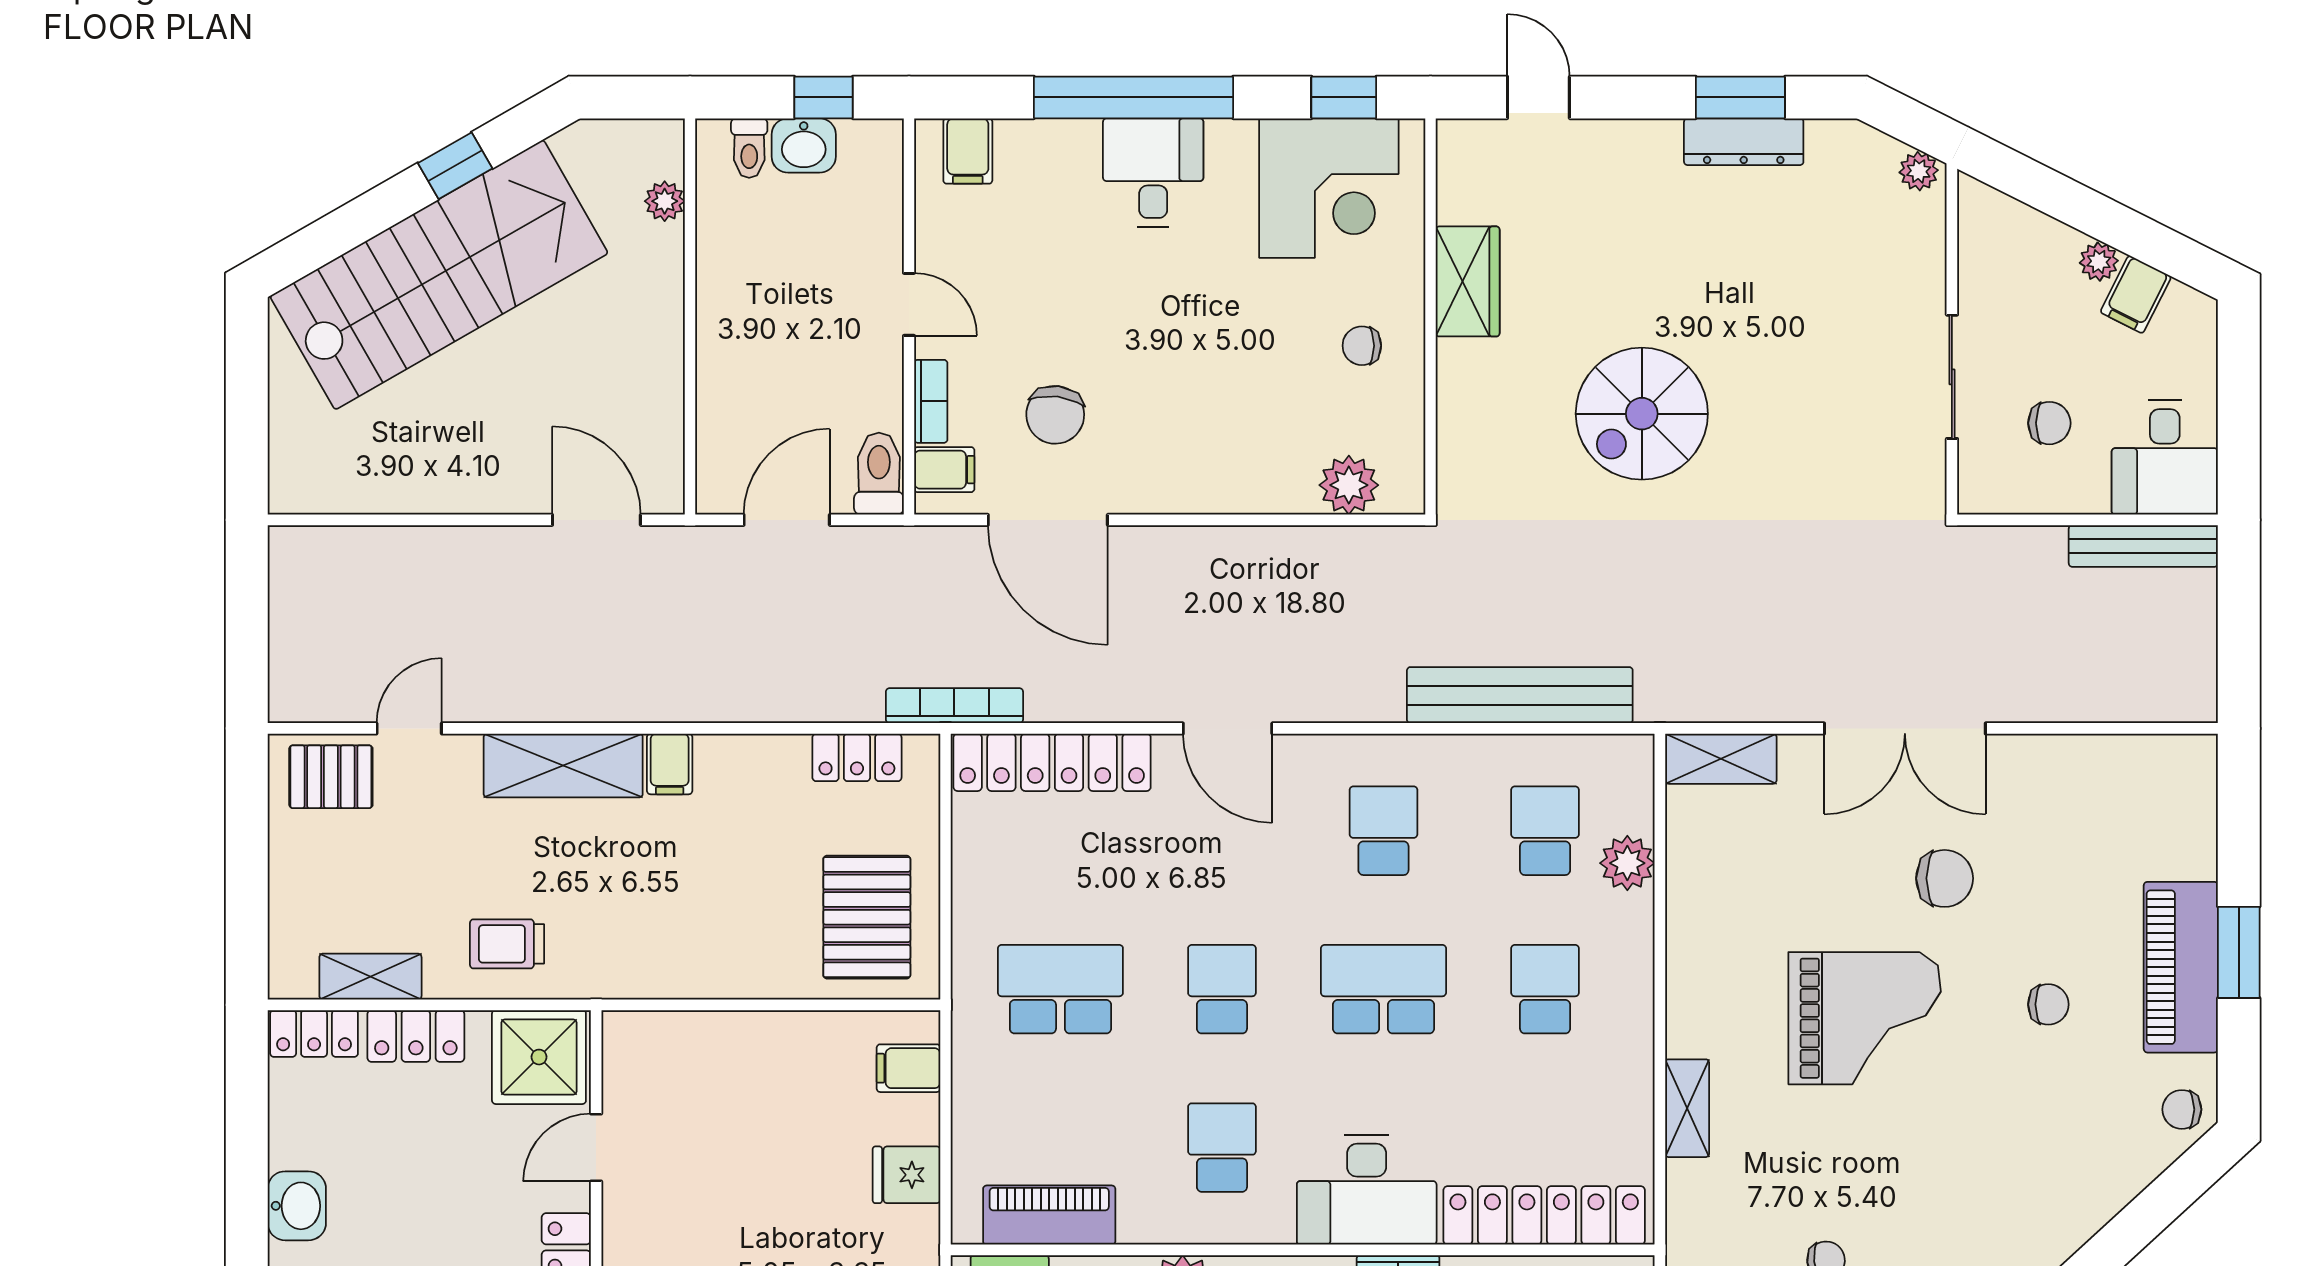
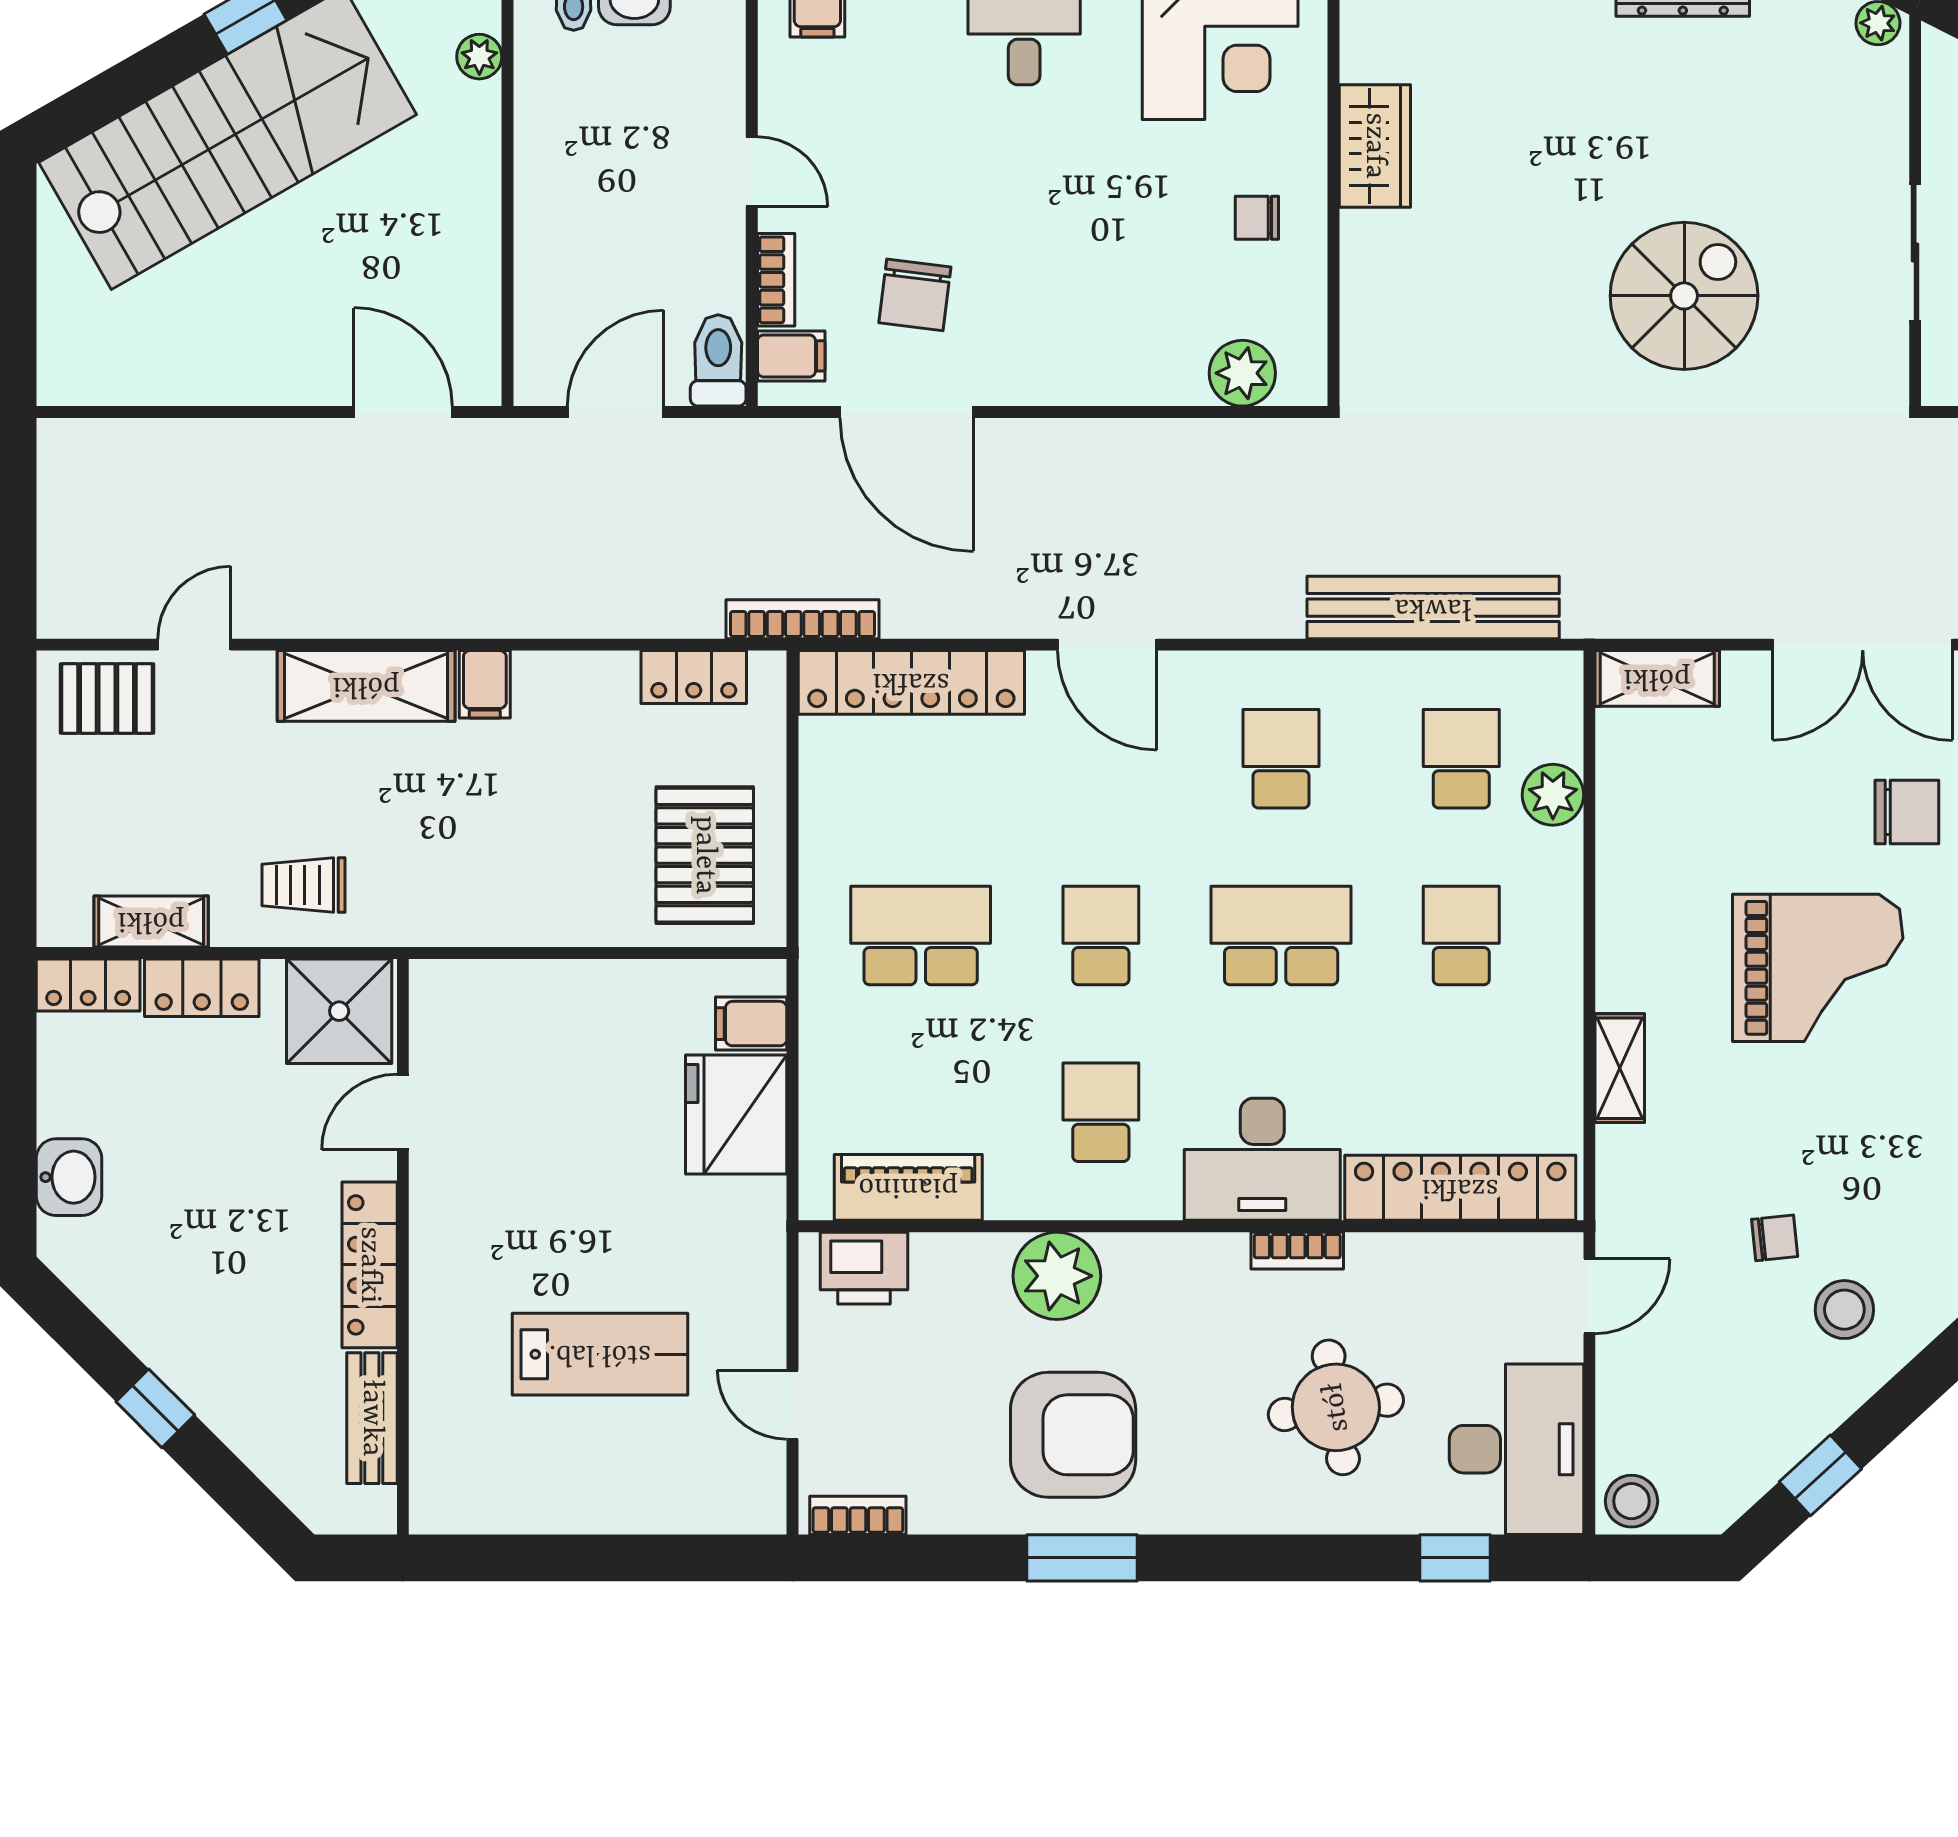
spiral stairs: (1642, 414) -> (1684, 296), moved, turned 180
fridge: (906, 1175) -> (736, 1115), width x1.88, depth x1.34

